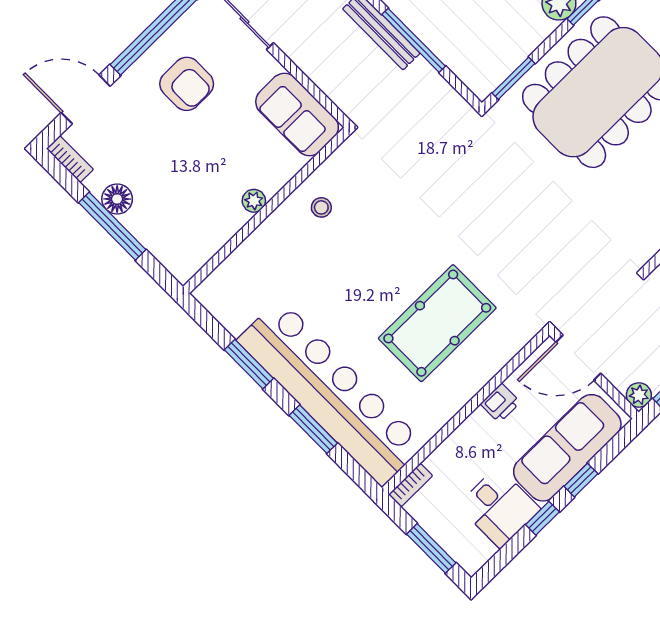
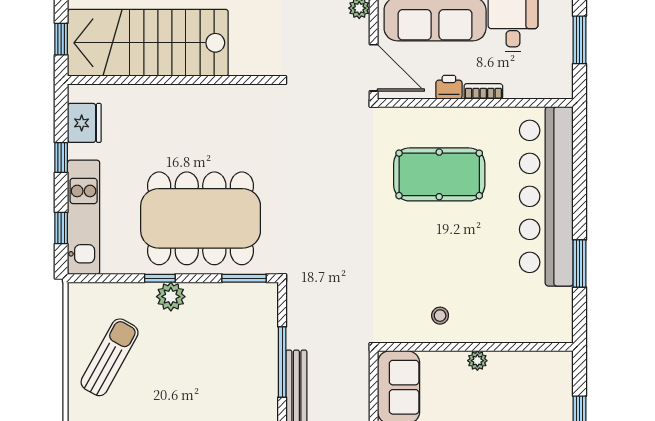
window: (313, 429) -> (579, 185), removed
bookcase: (410, 485) -> (483, 91), moved

